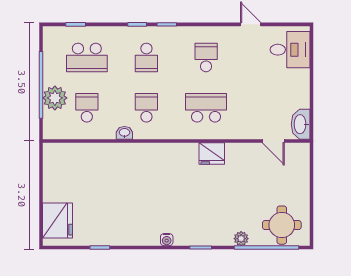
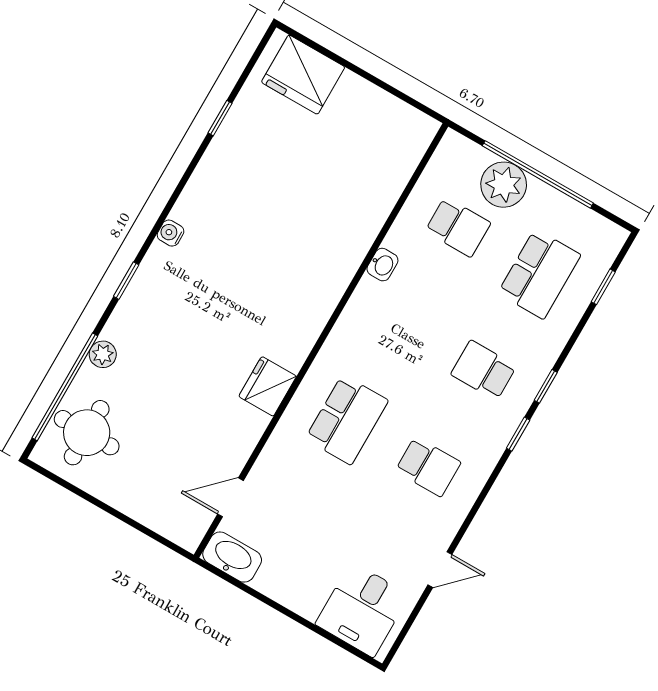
school desk: (87, 57) -> (539, 274), turned 180
school desk: (146, 108) -> (402, 323), removed

